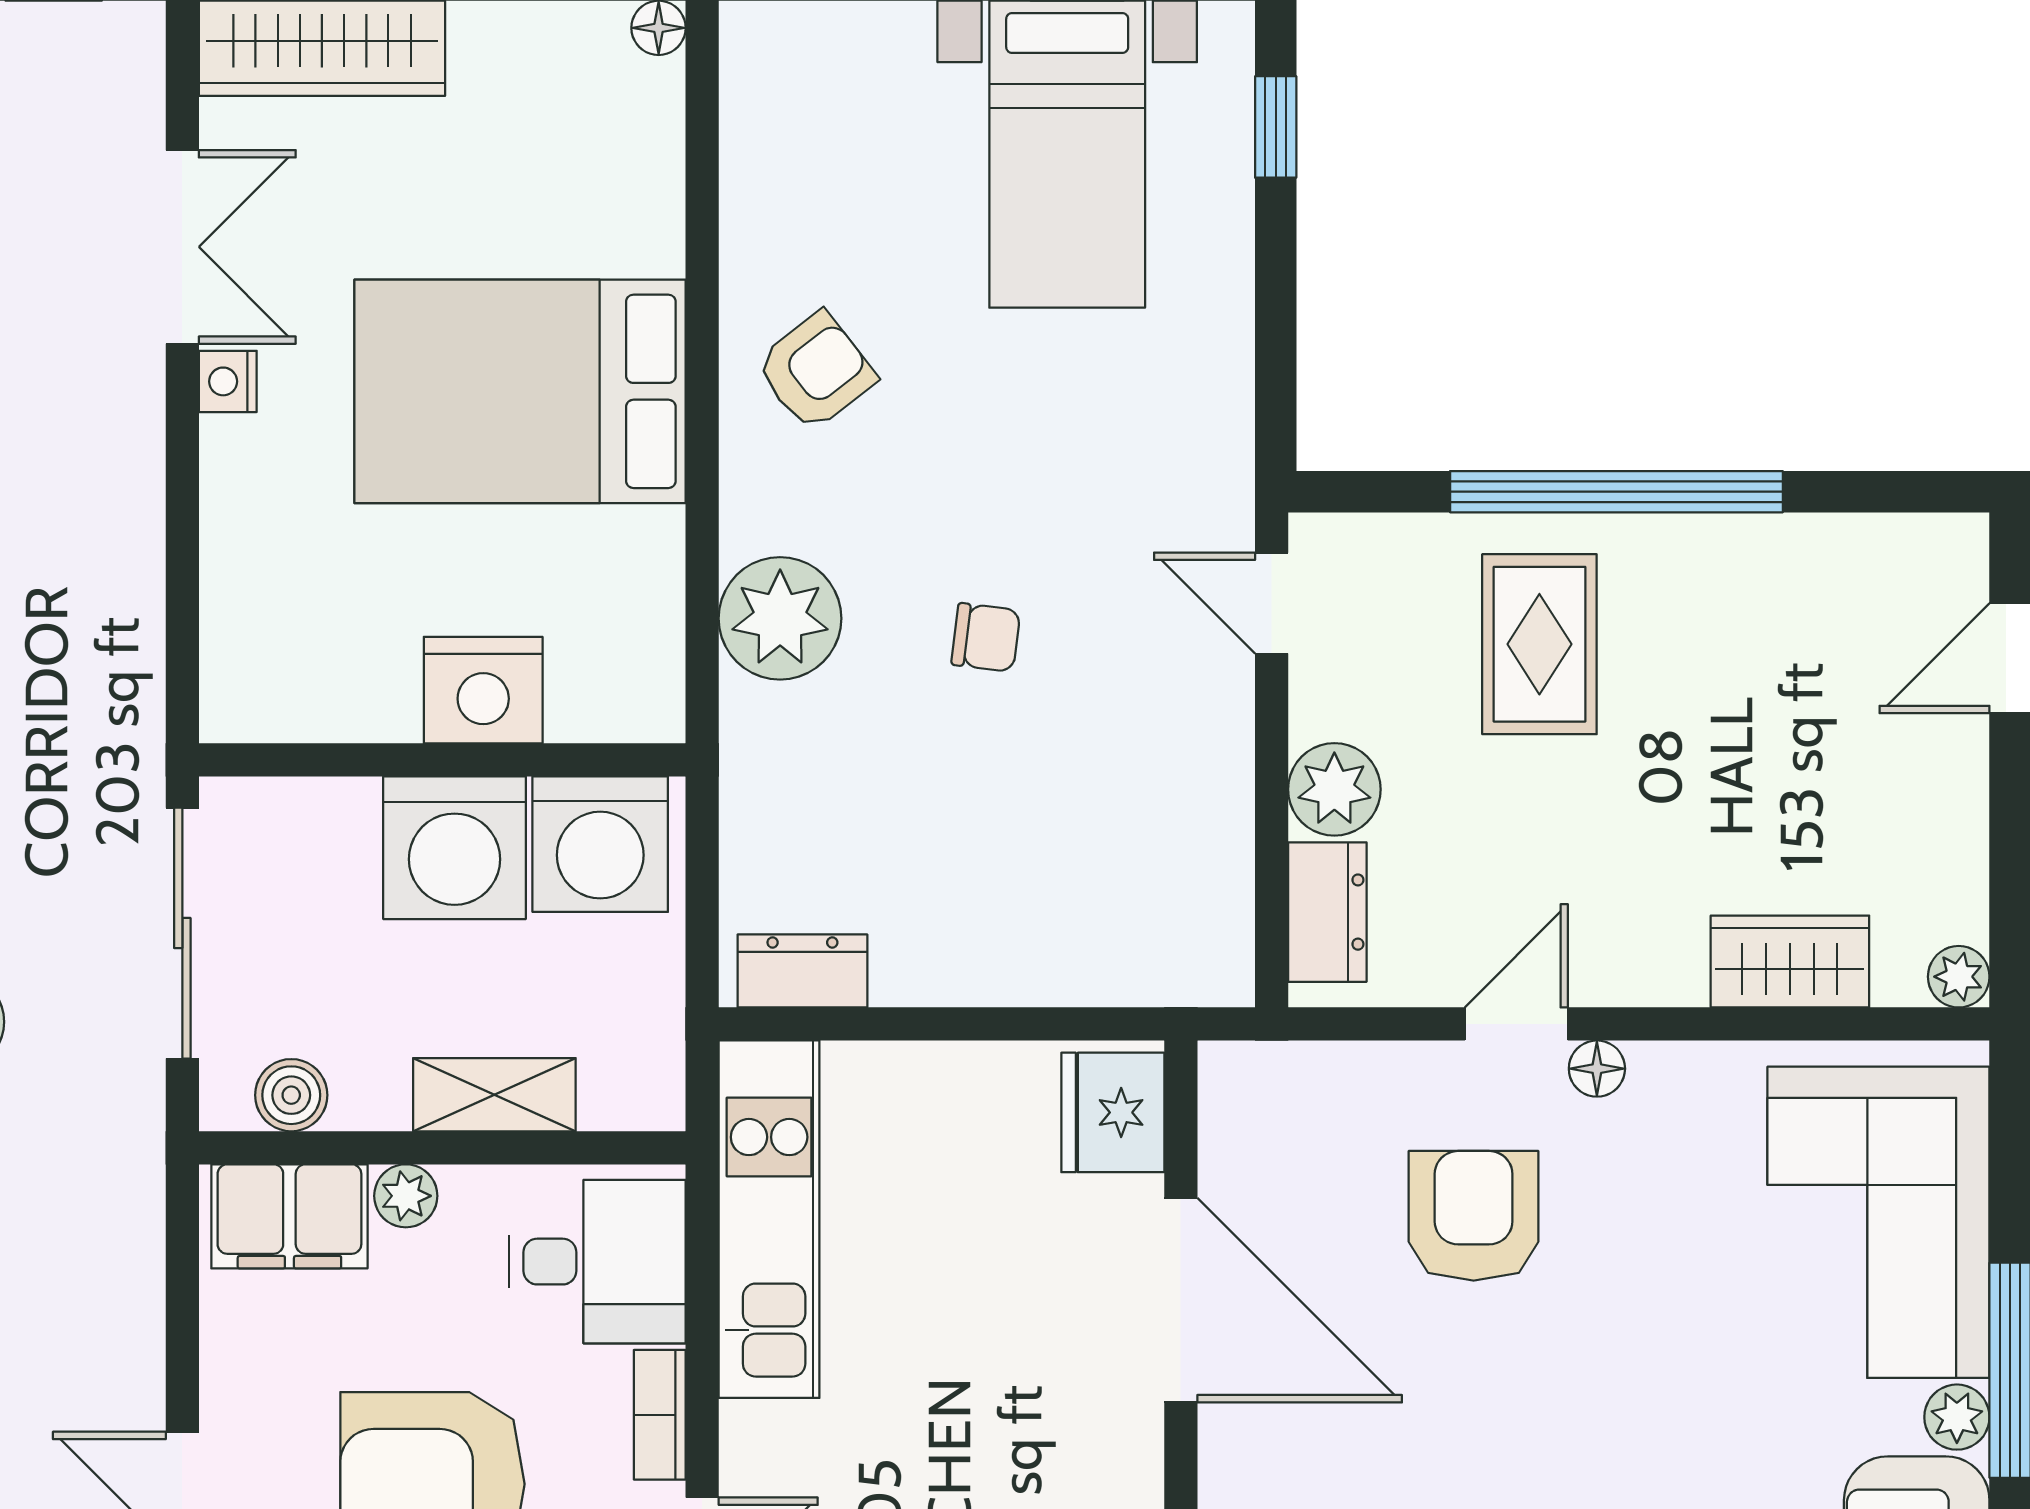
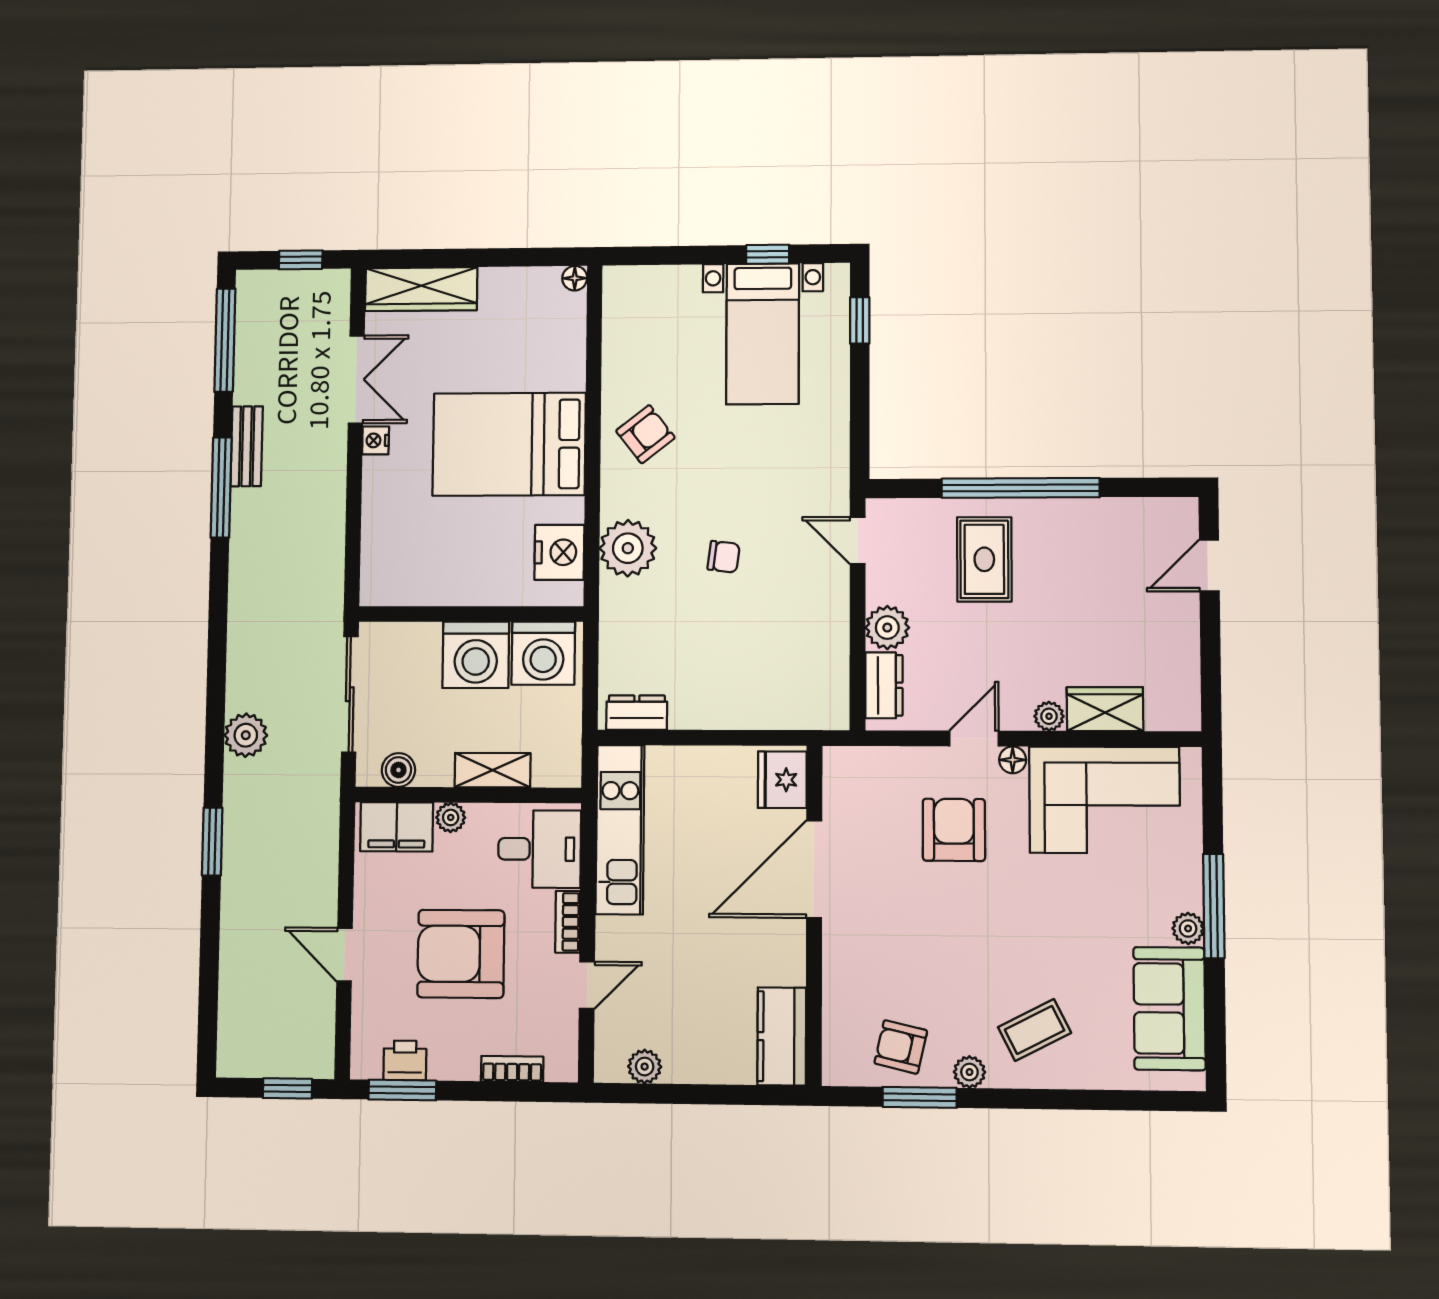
nightstand: (483, 690) -> (559, 552), moved, turned -90
plant: (1959, 977) -> (1049, 716), moved
corner sofa: (1878, 1222) -> (1104, 800), moved, turned -90
door: (1181, 1300) -> (814, 869), swing flipped

